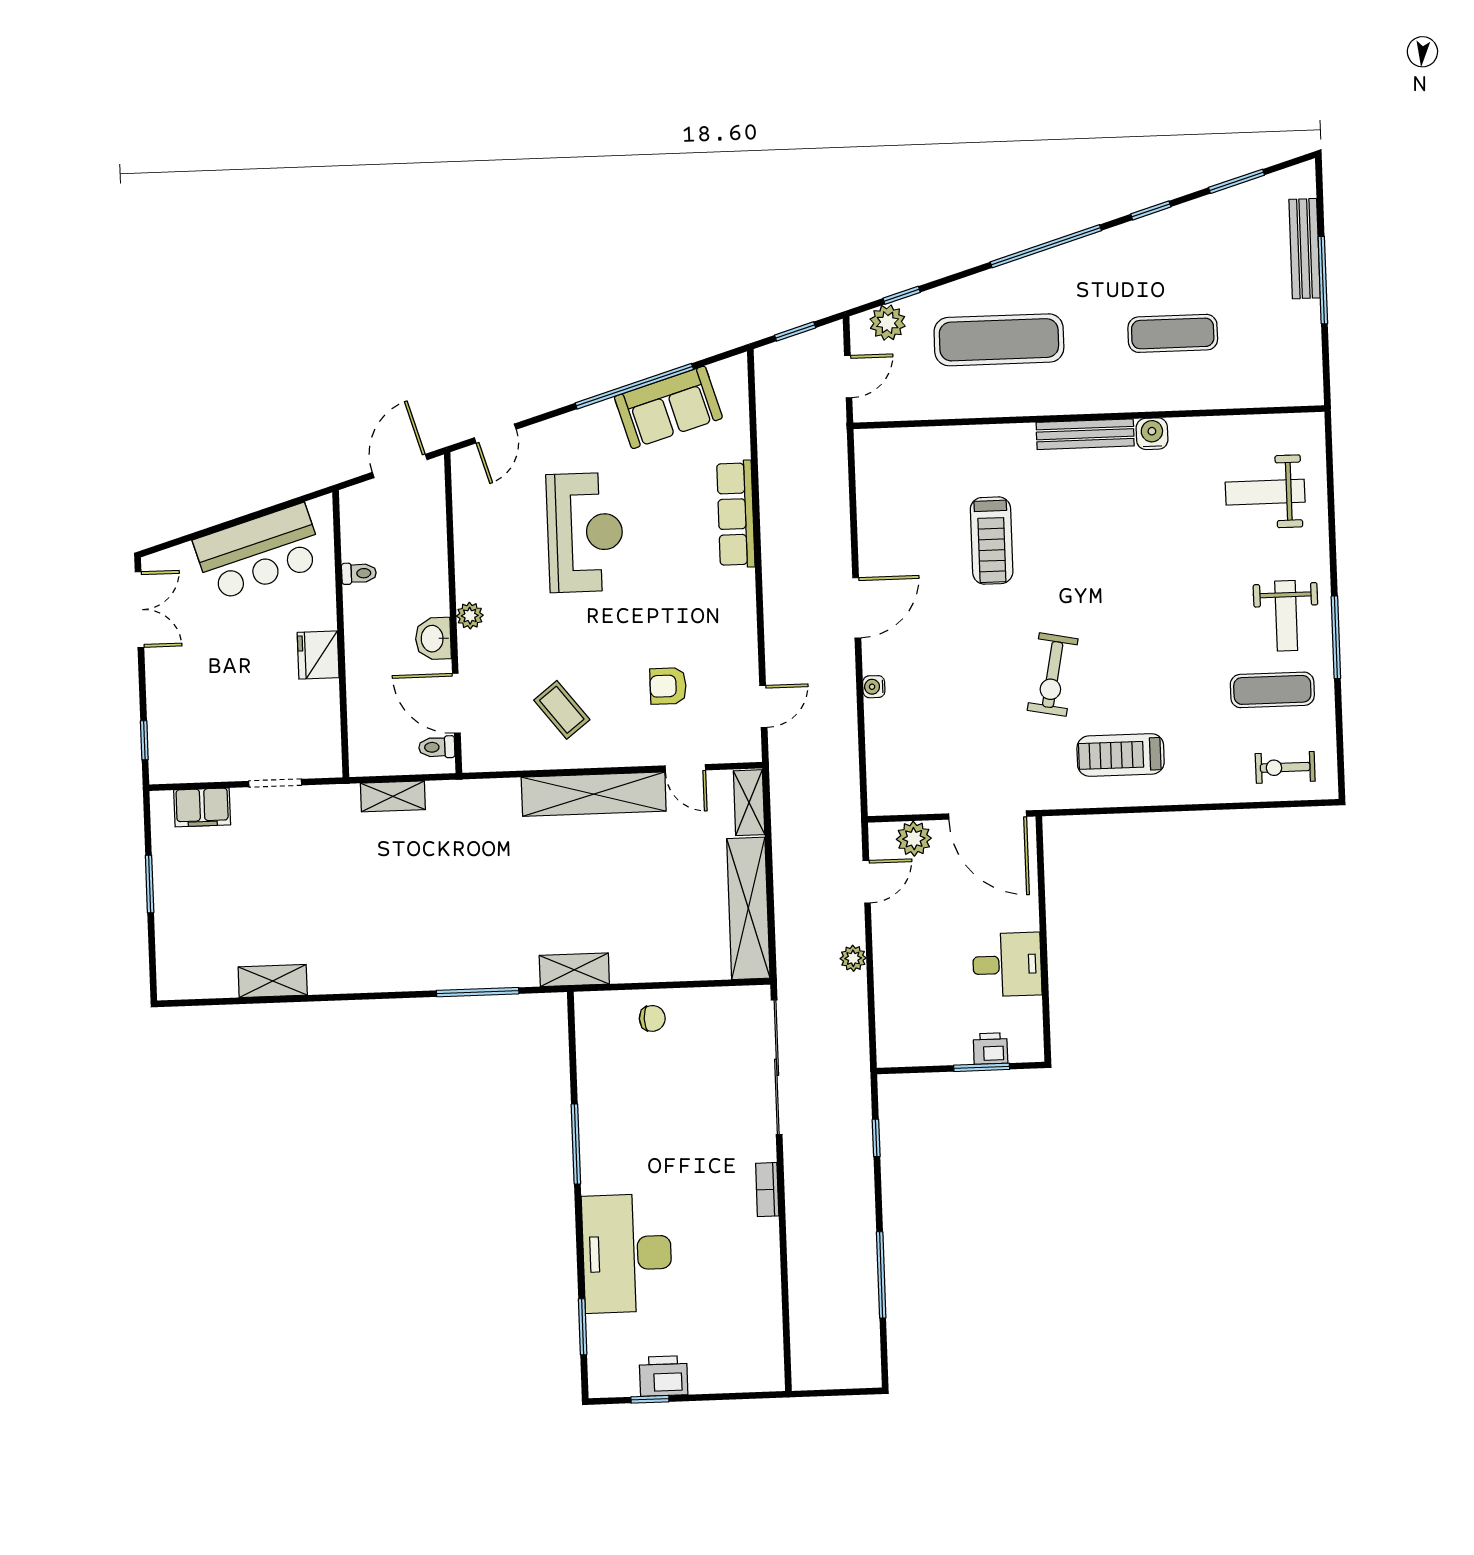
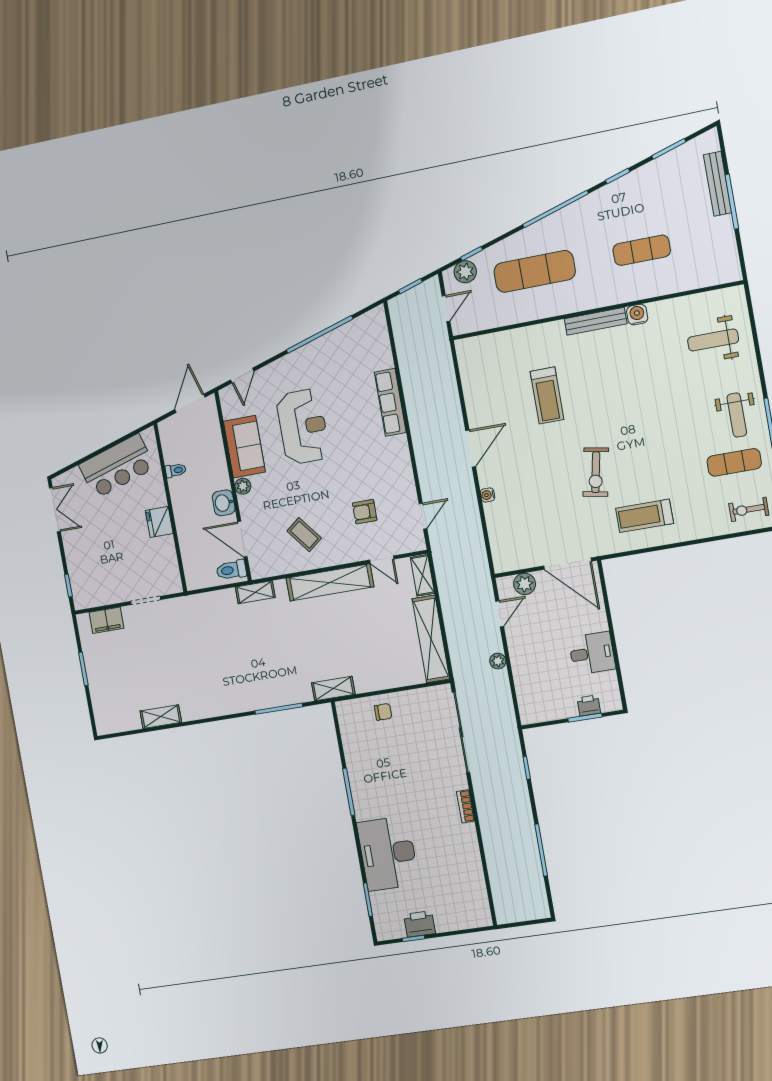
sofa: (668, 407) -> (244, 447), moved, turned -73
toilet: (437, 747) -> (231, 570), width x1.37, depth x1.39
shelving: (393, 796) -> (255, 592), moved

